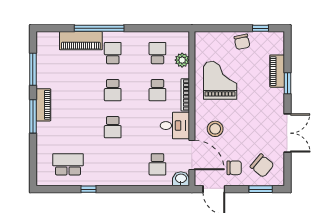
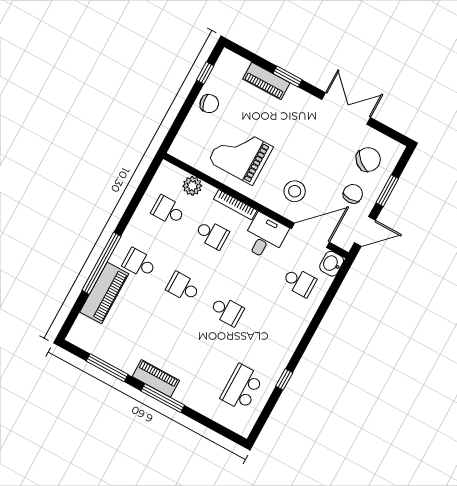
school desk: (113, 90) -> (183, 287), turned 180
window: (261, 189) -> (387, 191), moved

